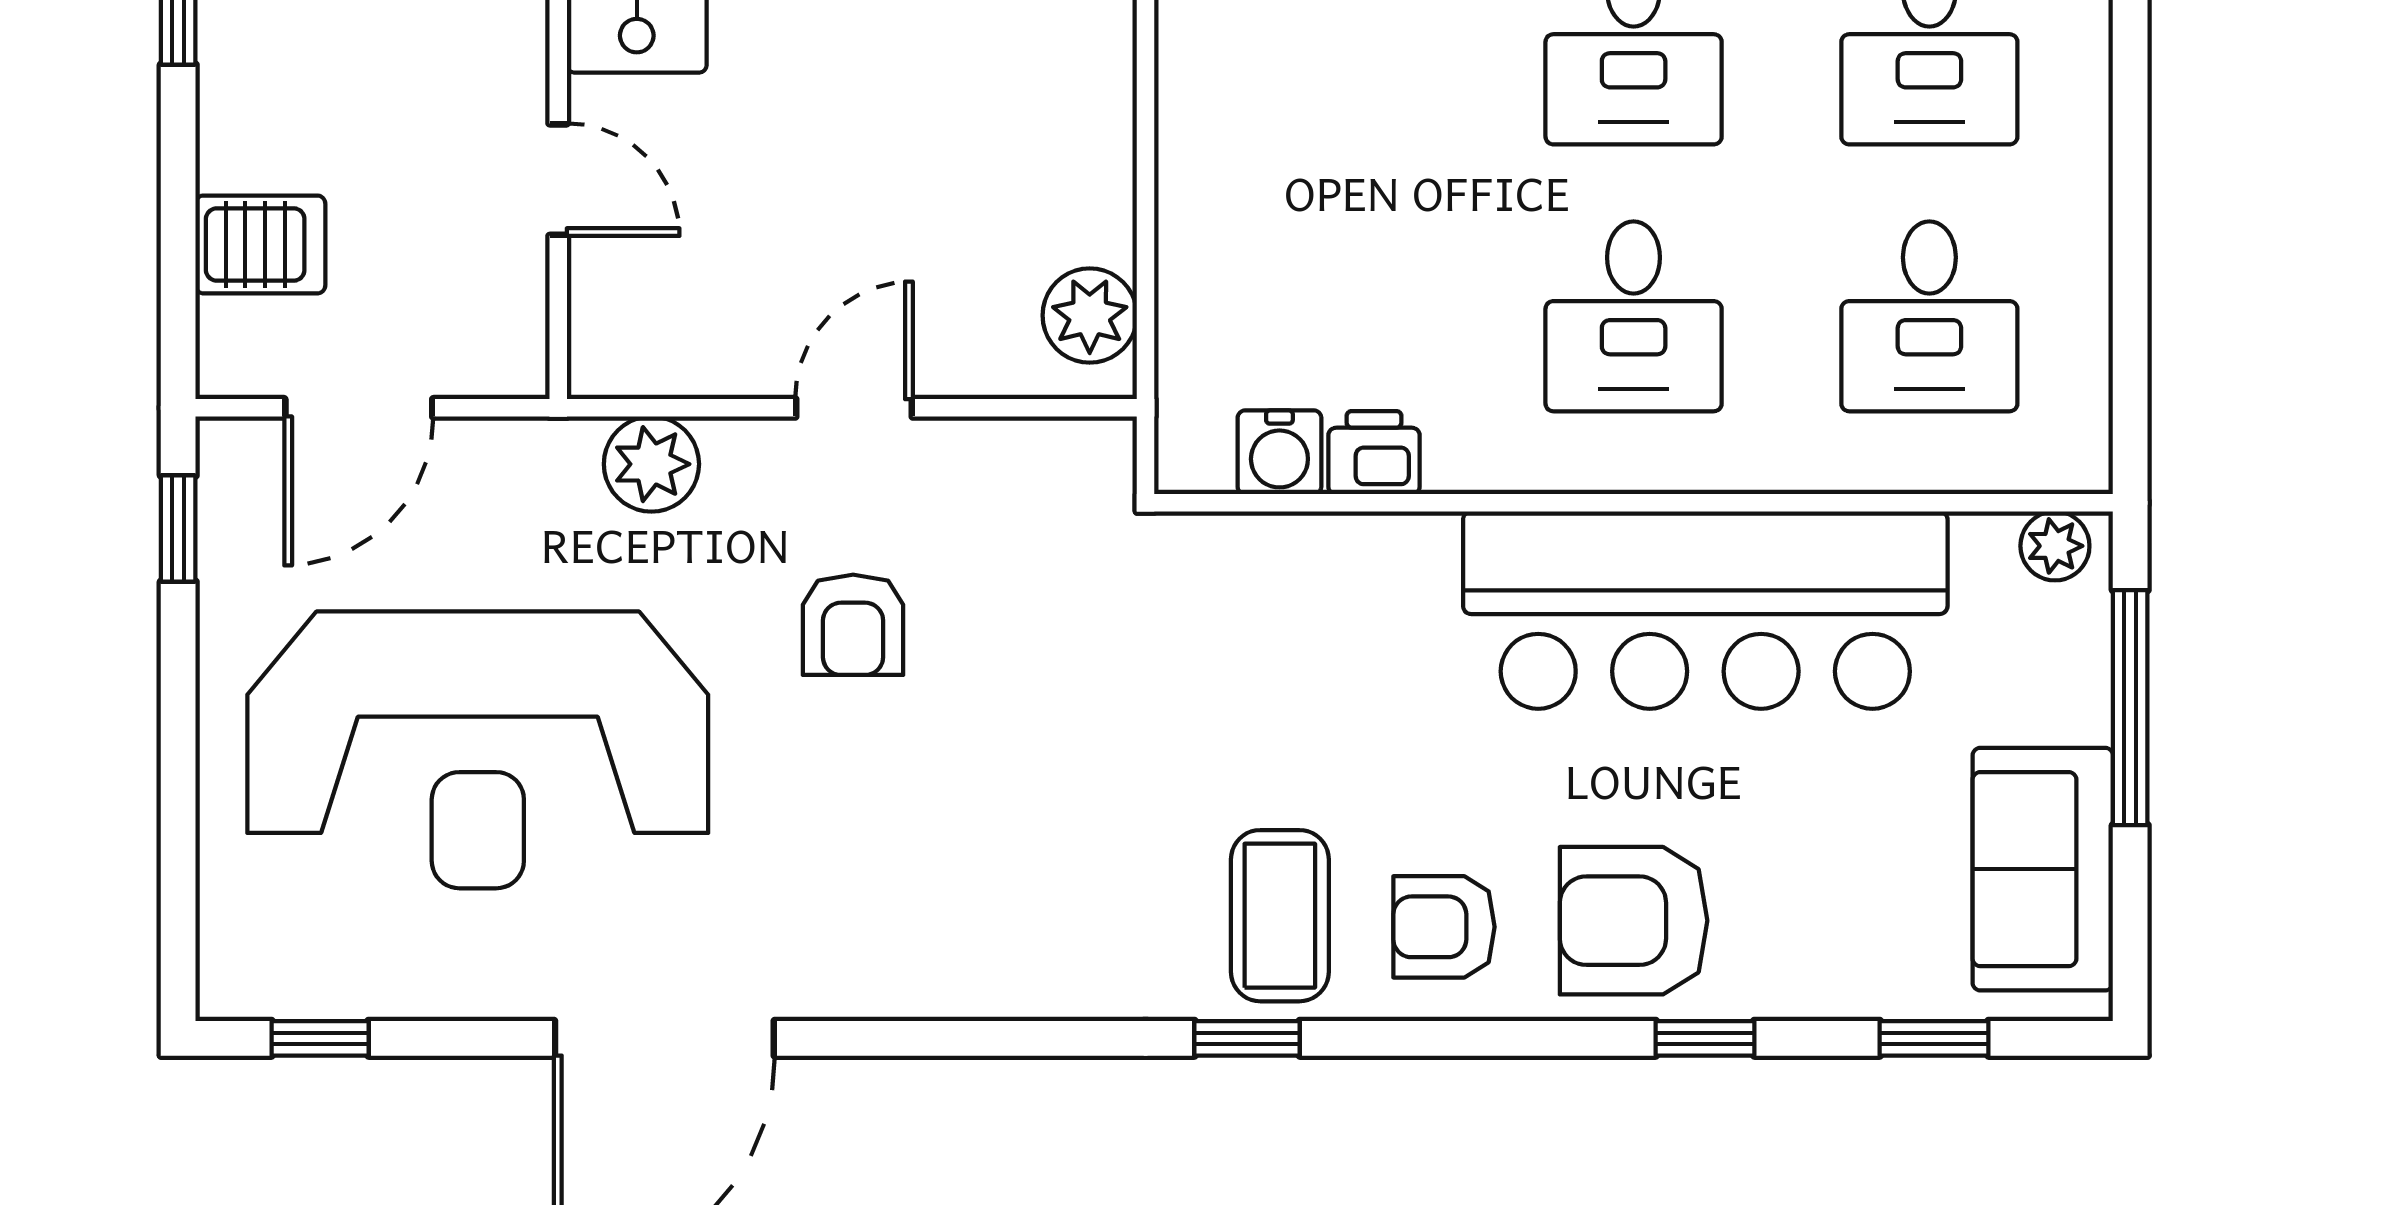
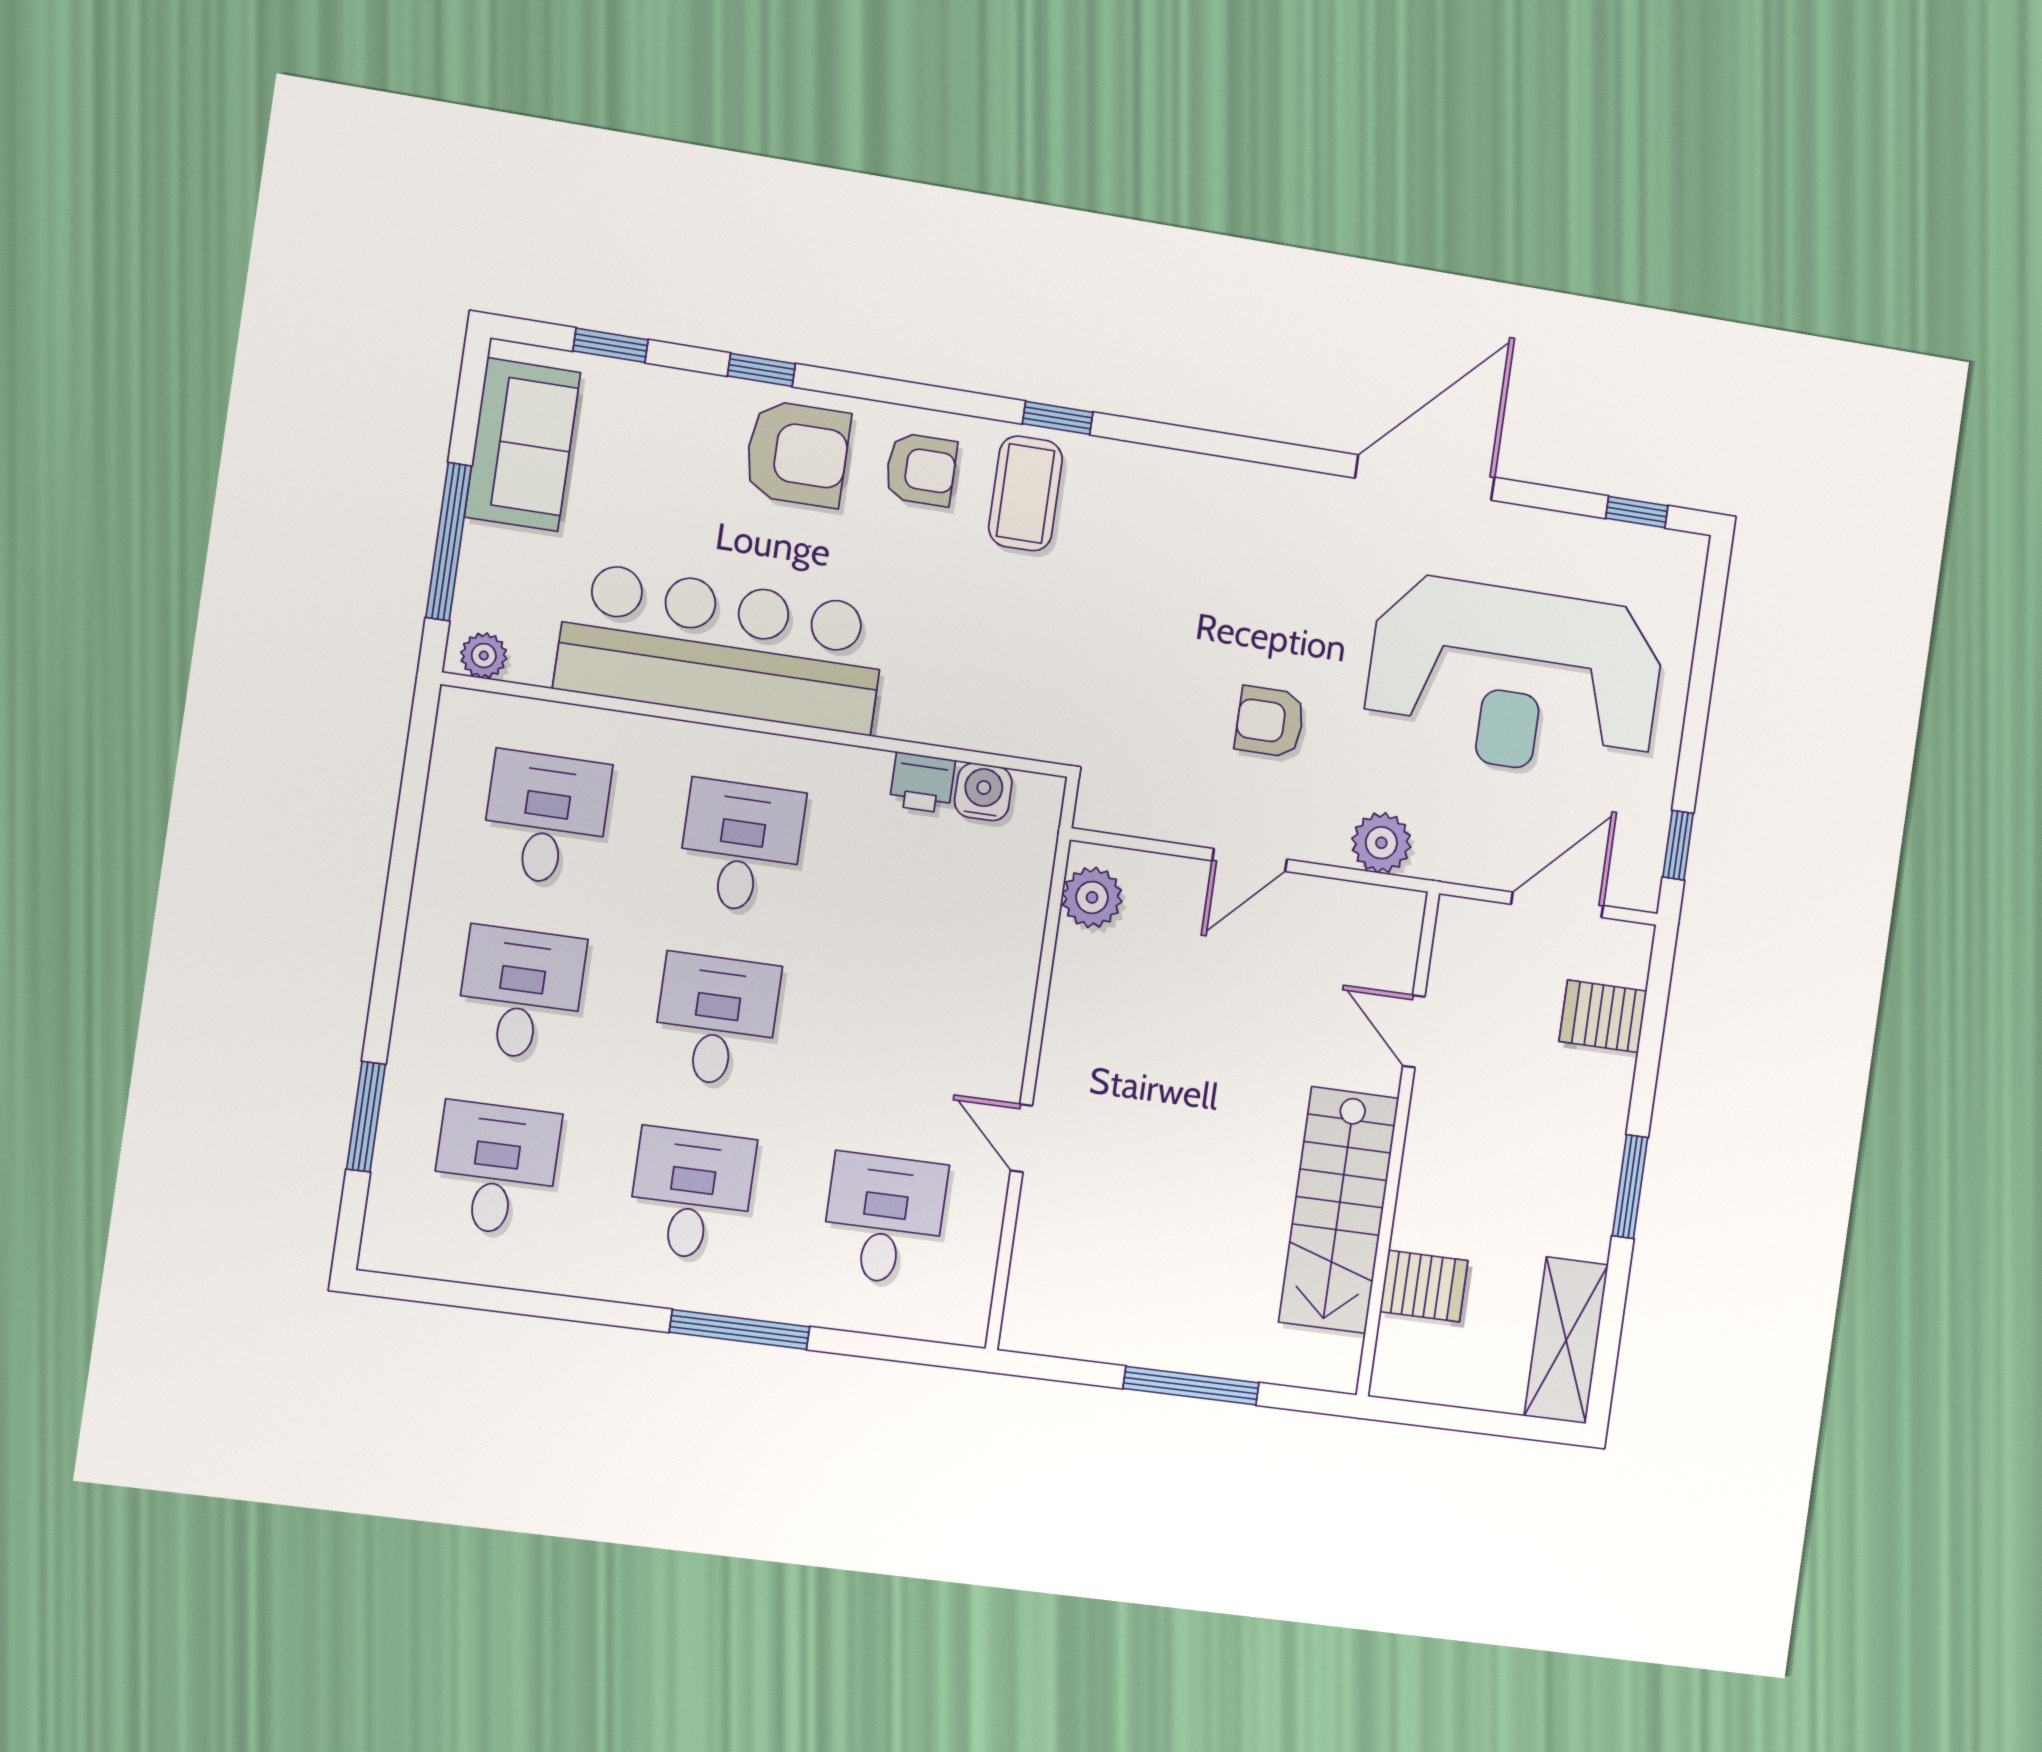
armchair: (853, 625) -> (1270, 722), turned -90
reception desk: (478, 750) -> (1514, 678), turned 180

